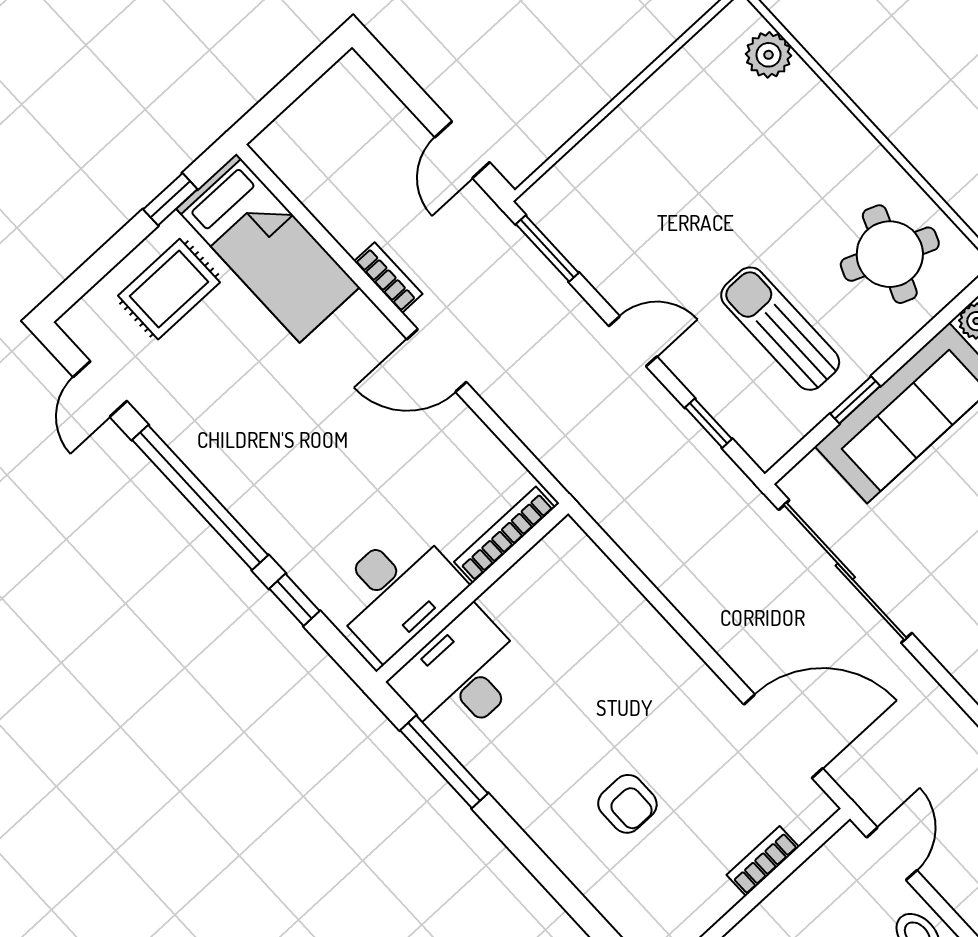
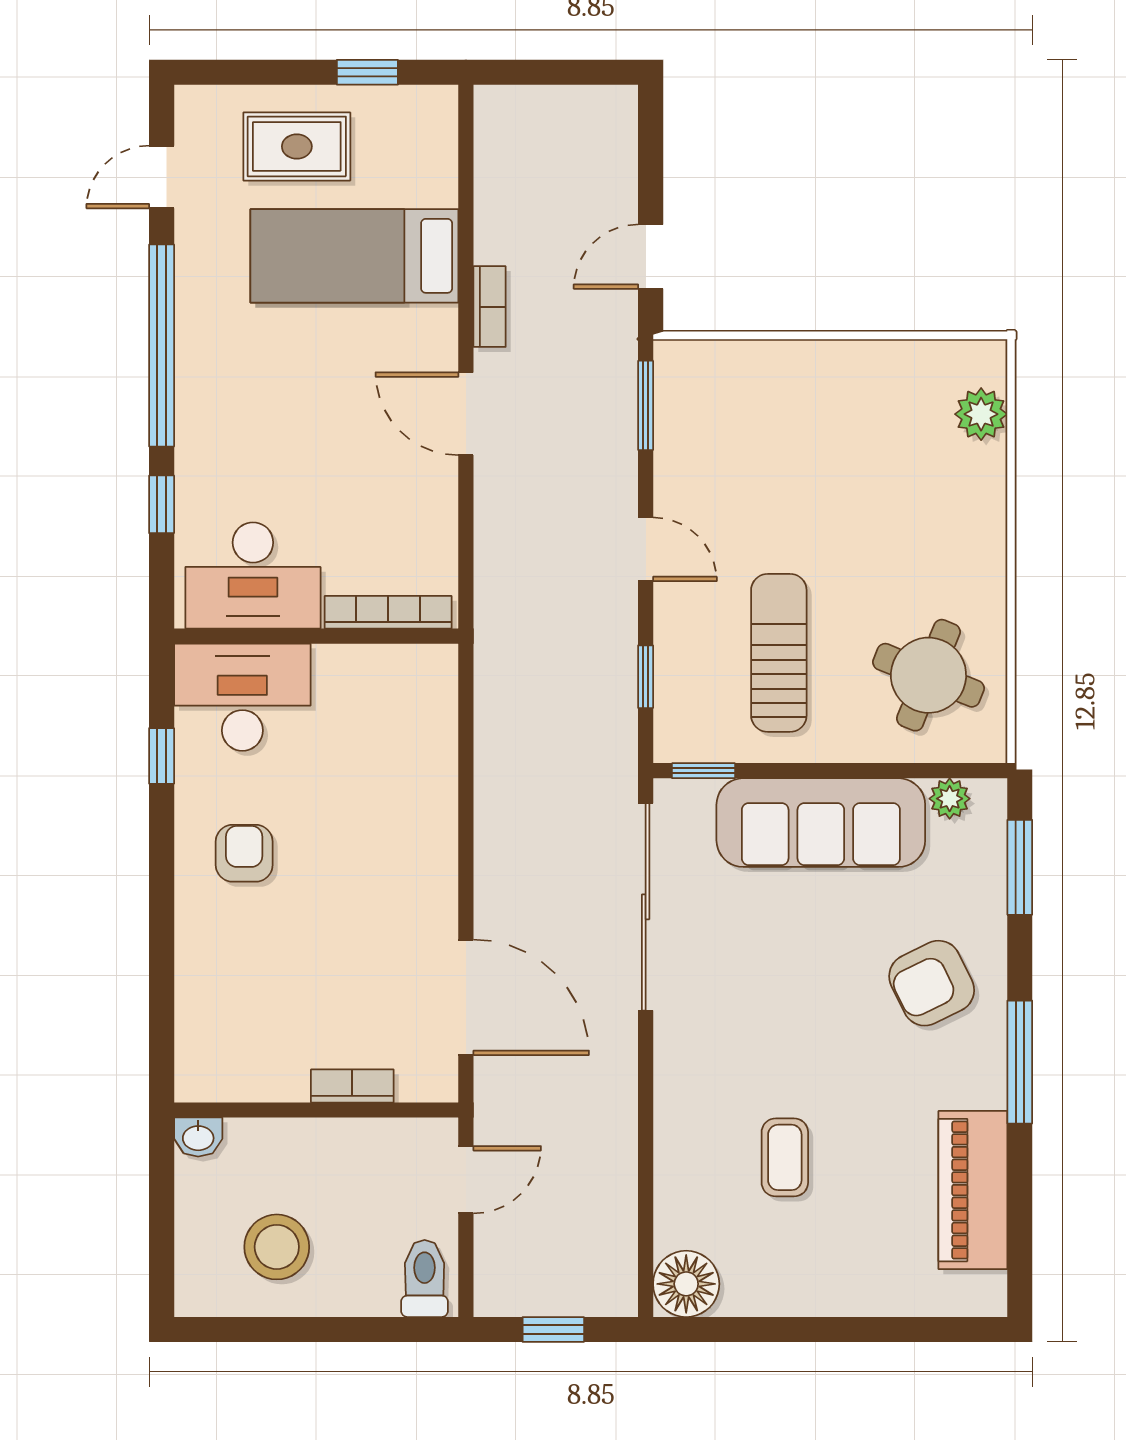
bed: (268, 248) -> (354, 256), moved, turned 90
window: (855, 400) -> (703, 771), moved
window: (444, 762) -> (162, 756), width x0.46
armchair: (627, 804) -> (244, 853), moved, turned 180

